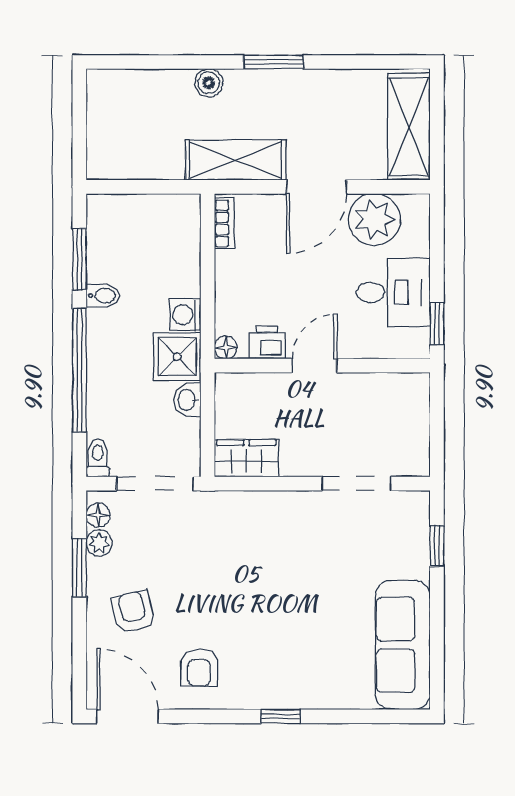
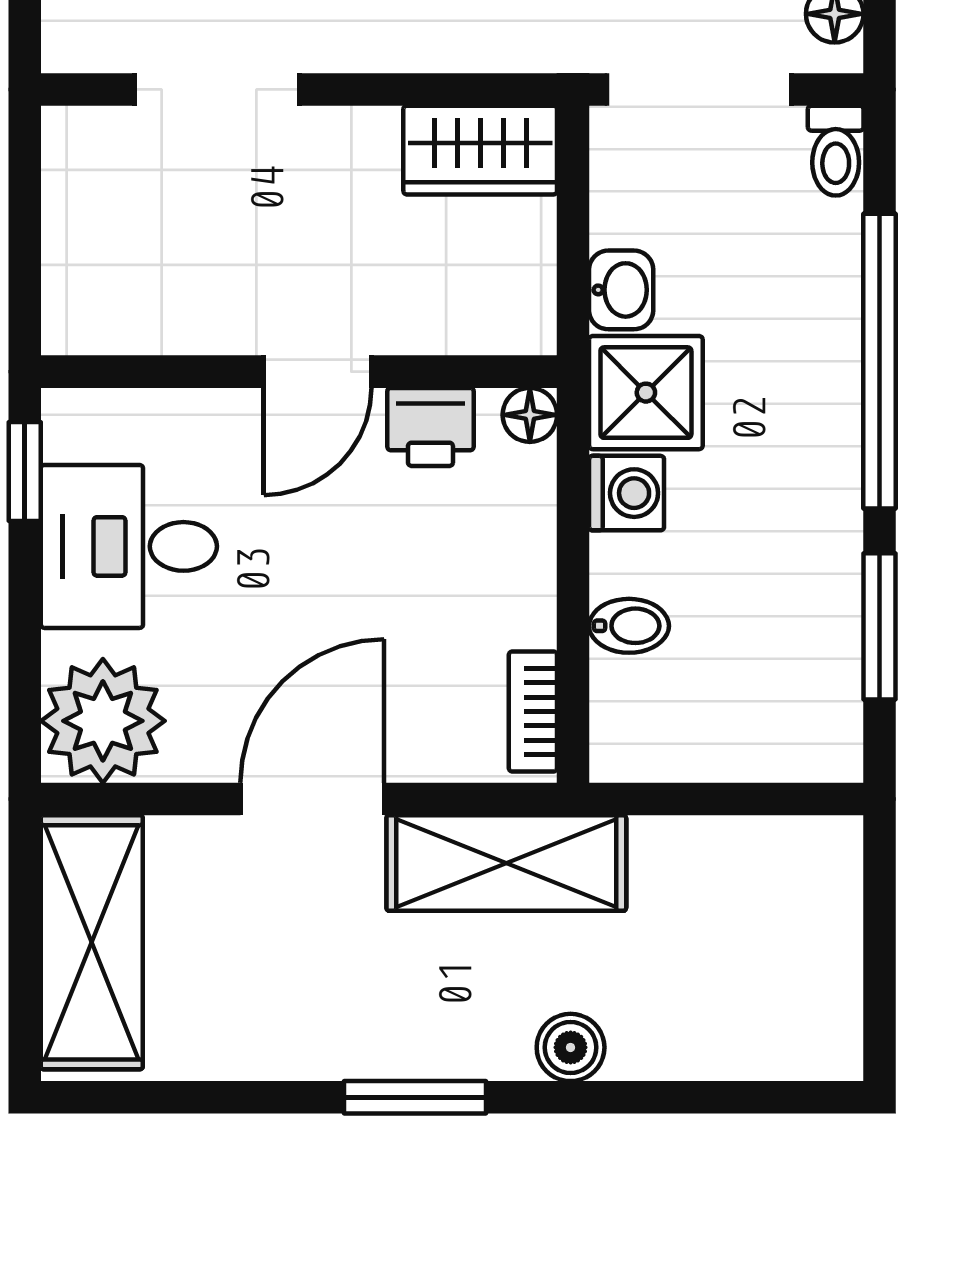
plant: (374, 219) -> (103, 721), moved
bidet: (103, 296) -> (629, 626), moved, turned 180

